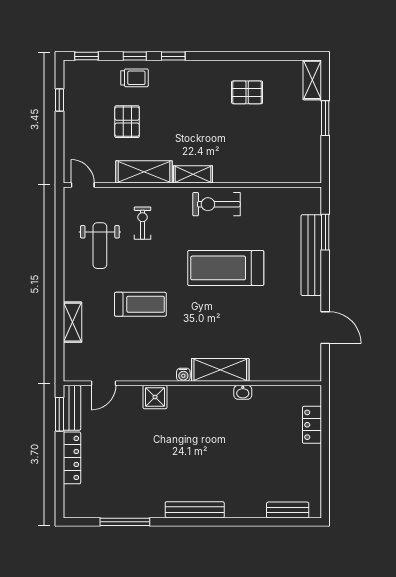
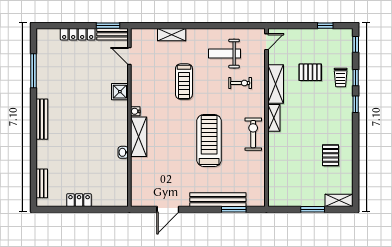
locker: (312, 425) -> (79, 200), moved

